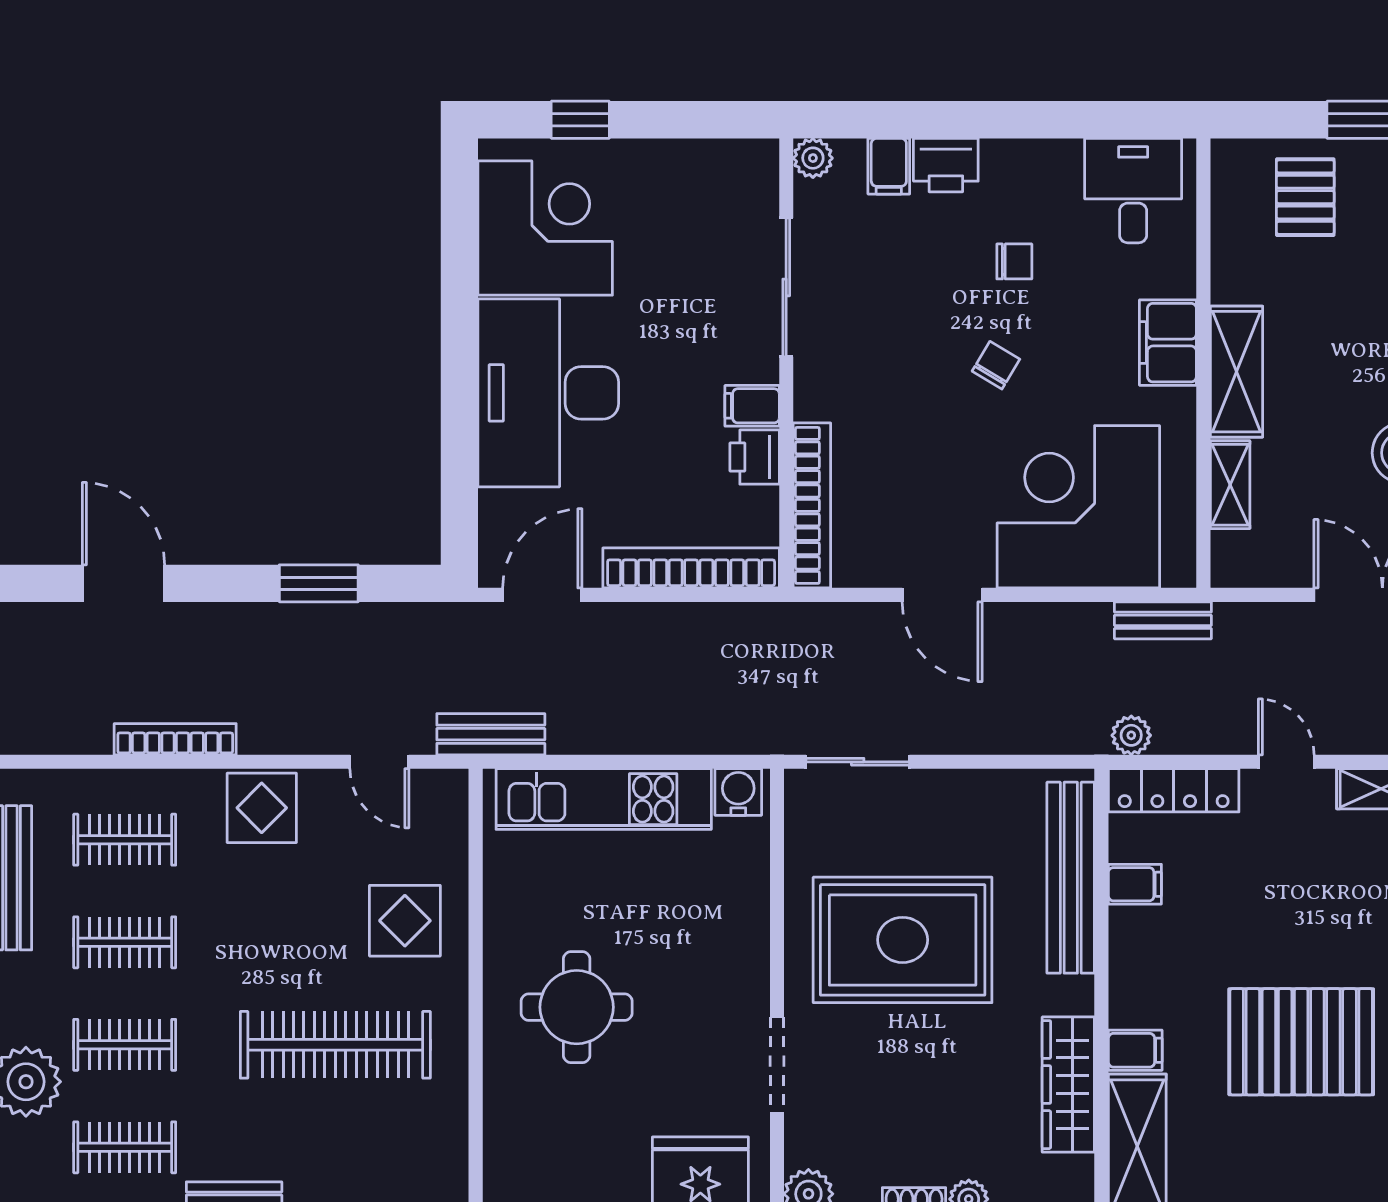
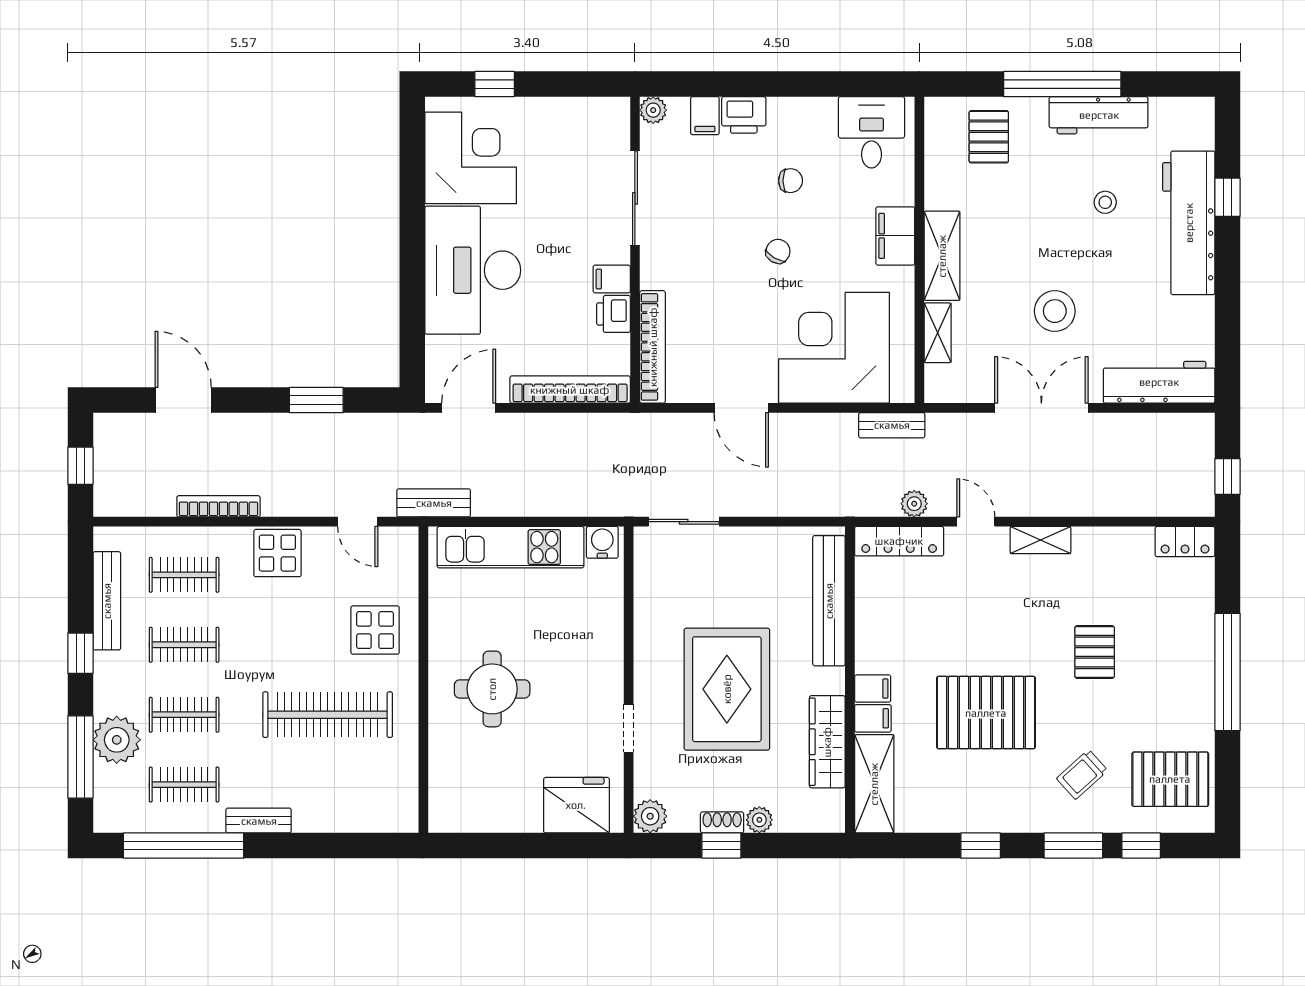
plant: (1131, 735) -> (914, 504), moved
filing cabinet: (1135, 884) -> (873, 689), moved
rug: (903, 940) -> (727, 689), moved, turned 90
doorway: (777, 1065) -> (629, 728), width x0.73

